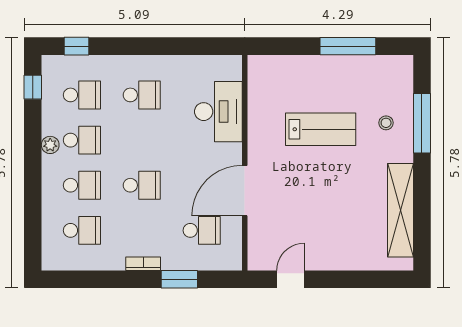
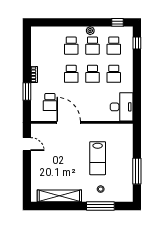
desk: (218, 112) -> (122, 107), moved, turned -90
school desk: (82, 230) -> (92, 74), moved

